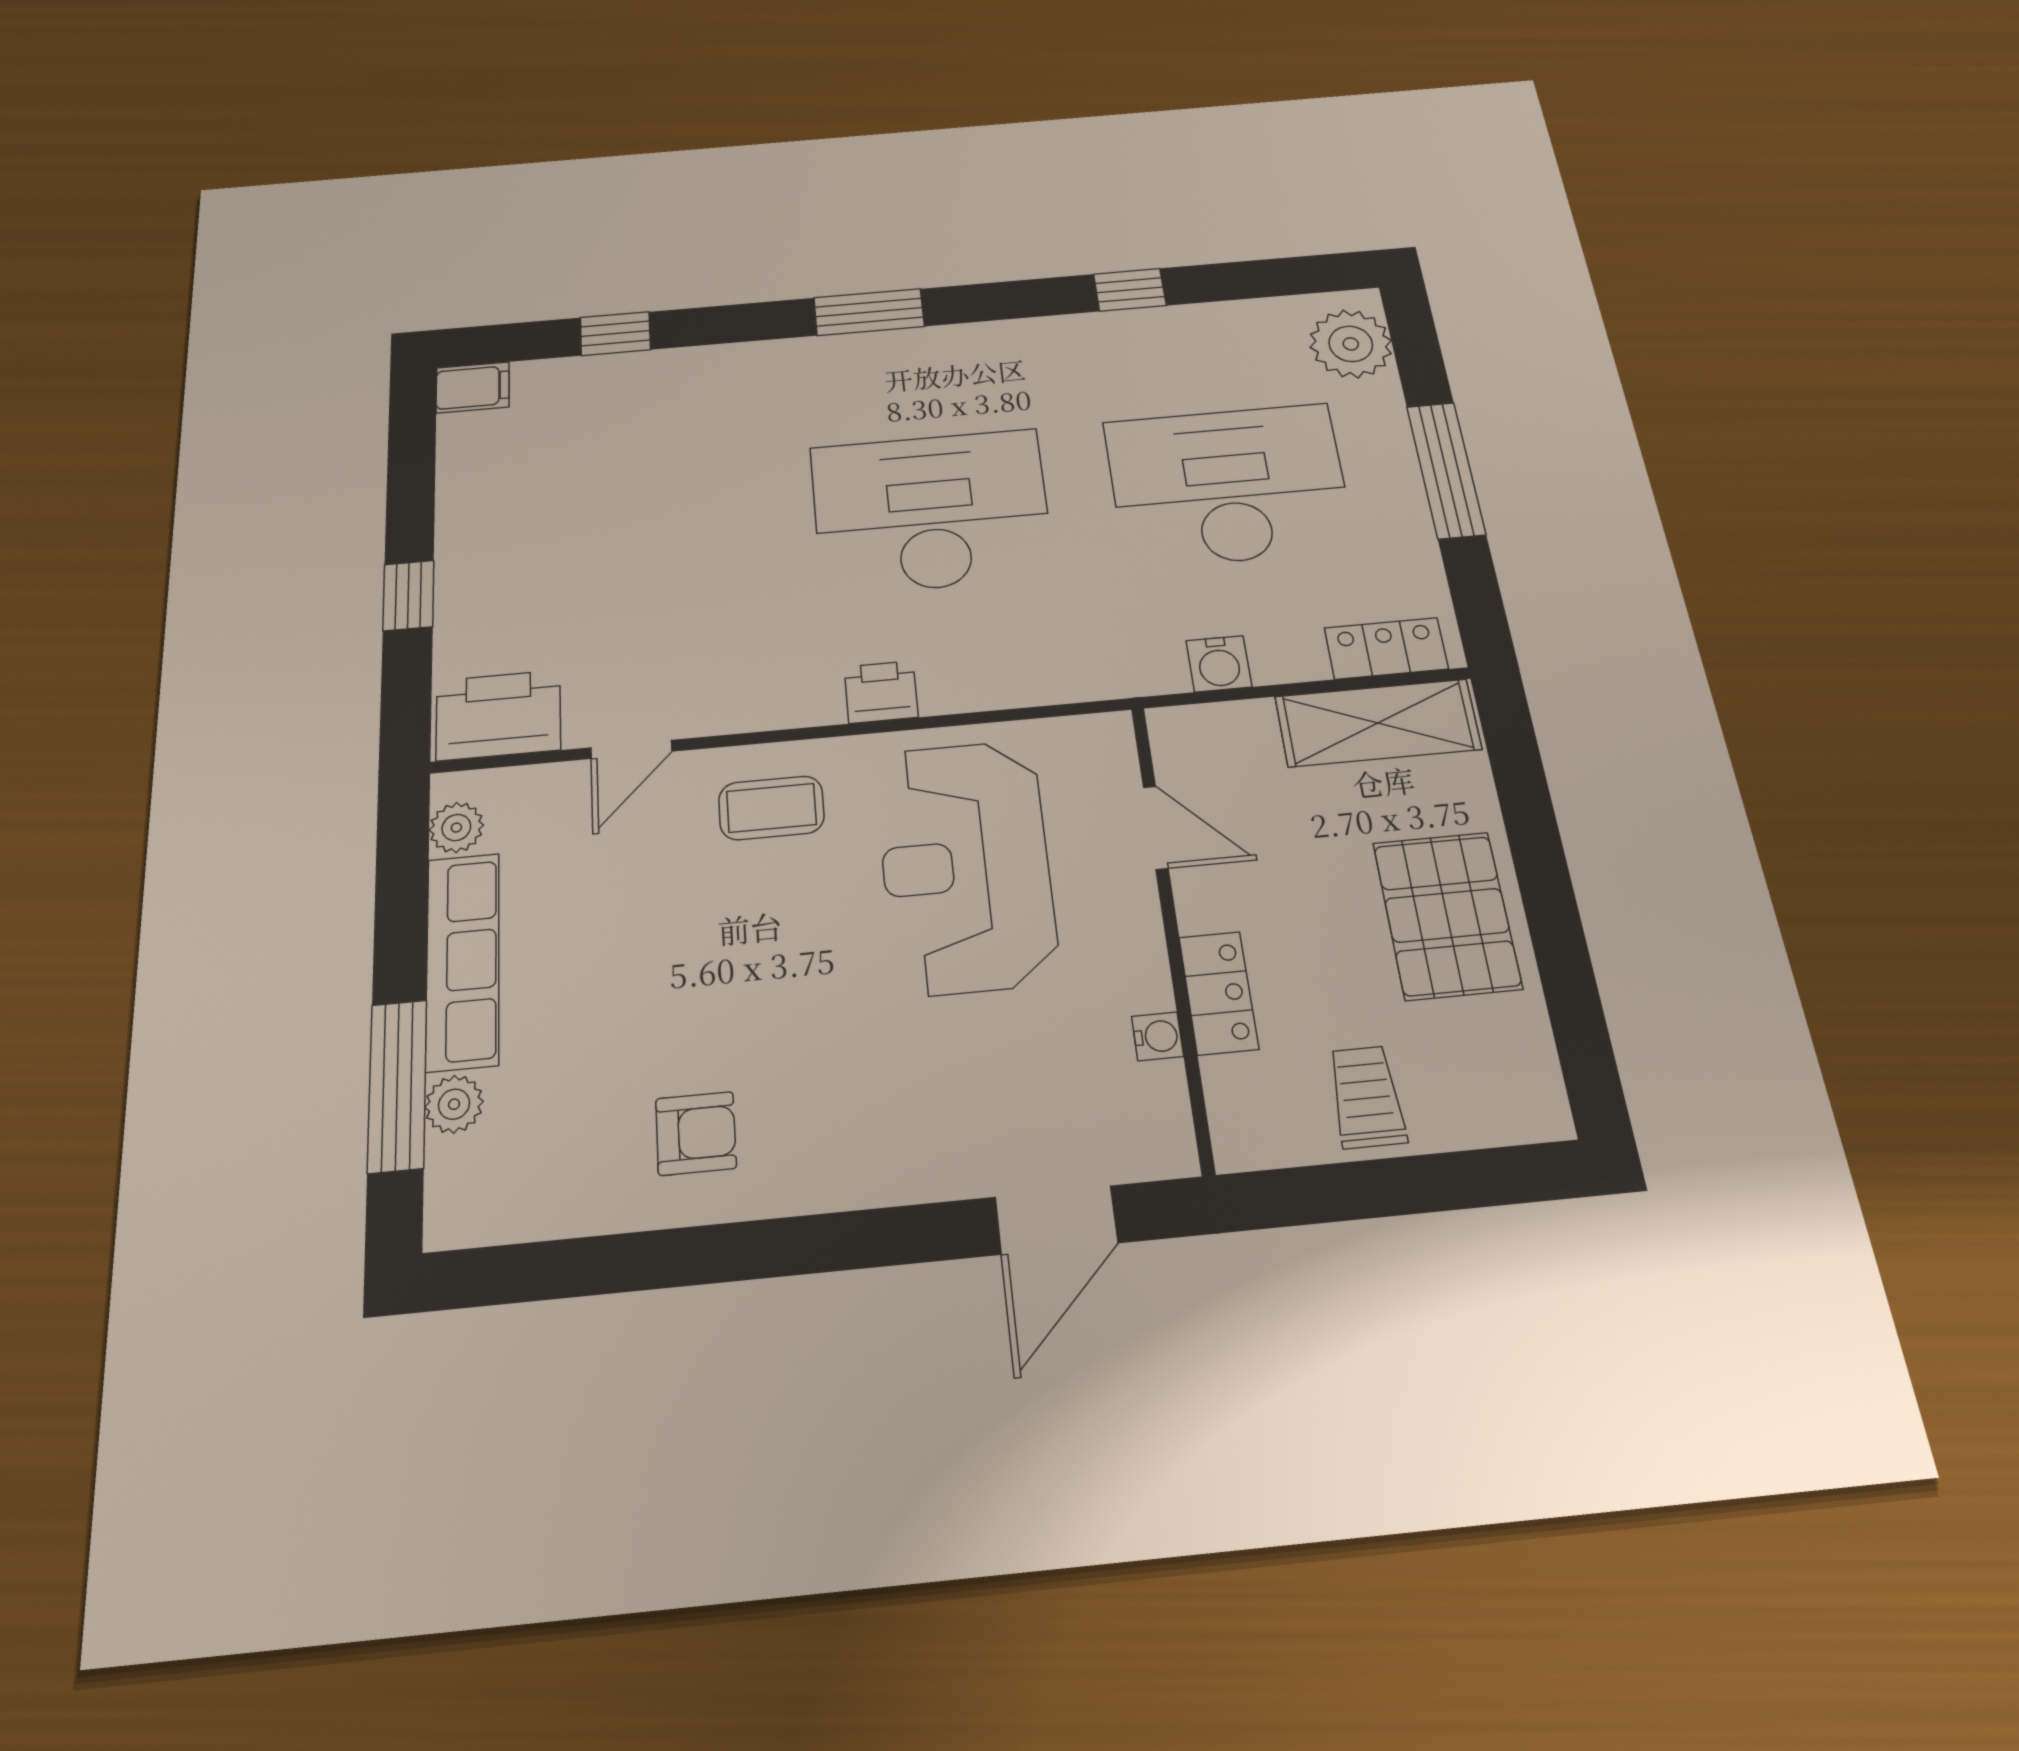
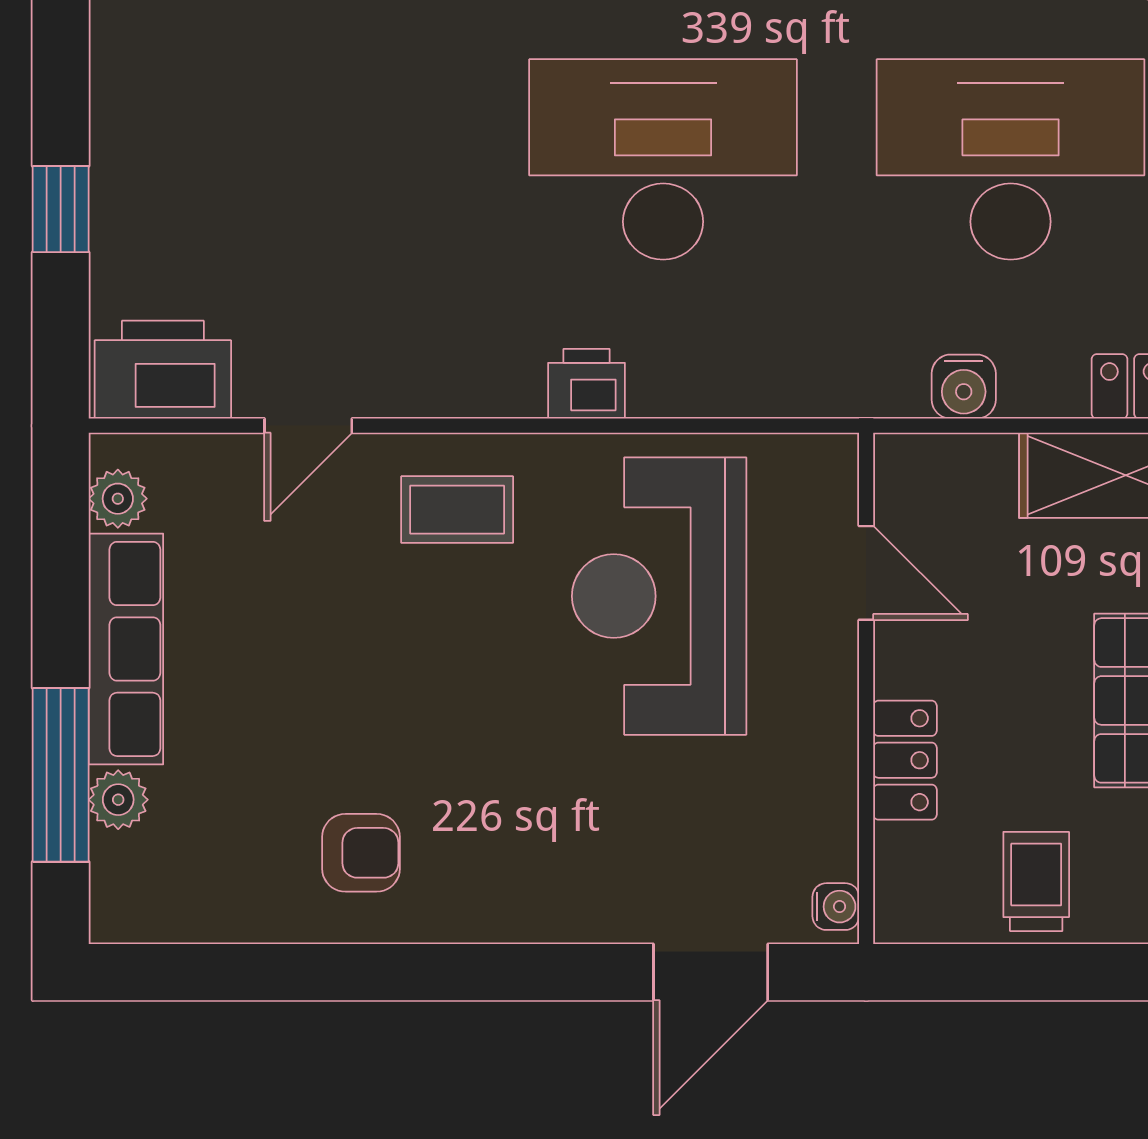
water cooler: (1158, 1036) -> (836, 907), moved

